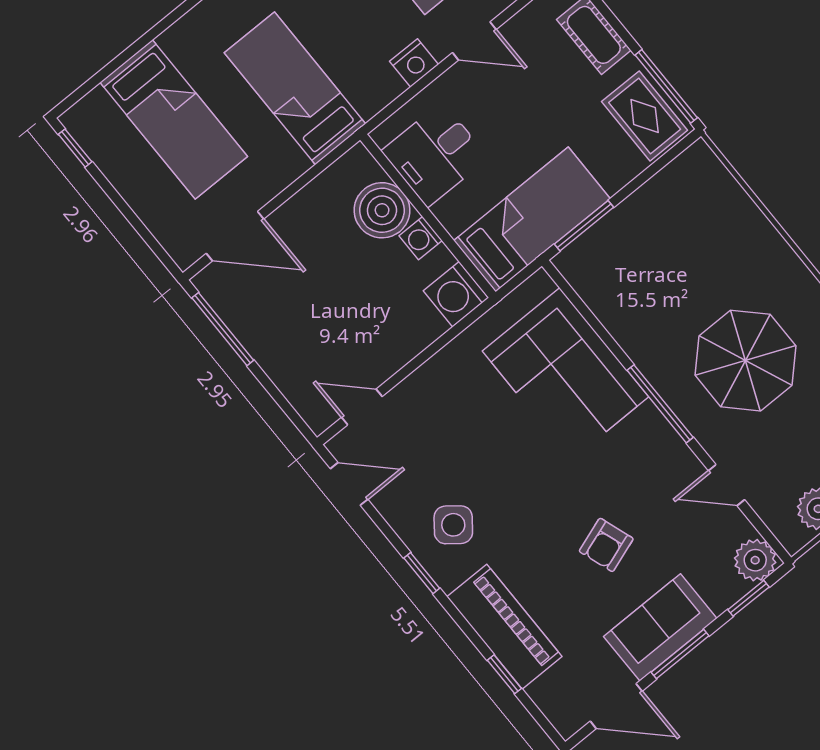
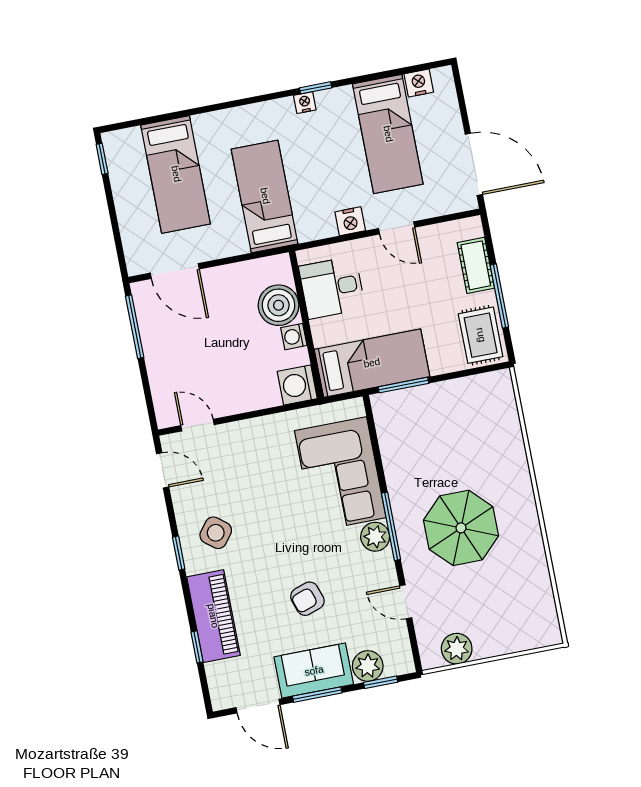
window: (666, 86) -> (499, 296), moved
plant: (648, 427) -> (375, 537), added
plant: (755, 560) -> (368, 666), moved

